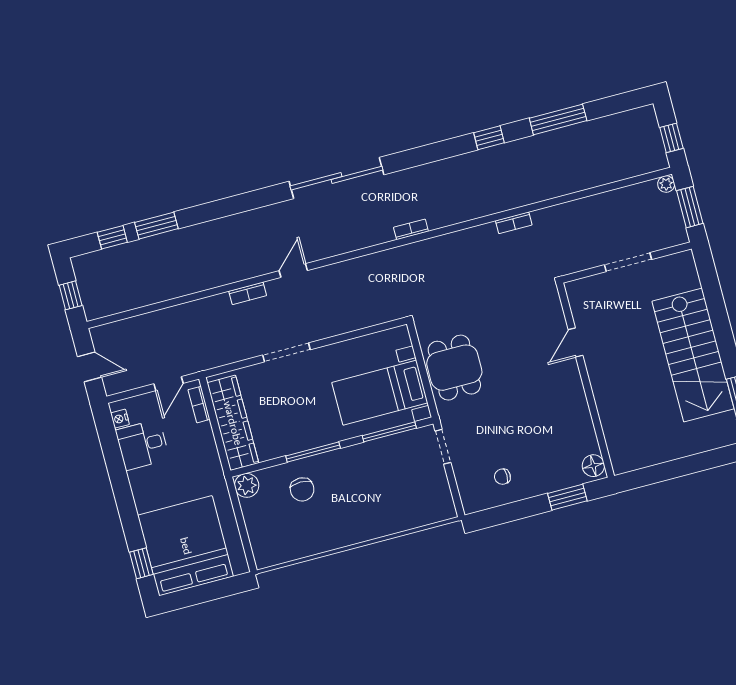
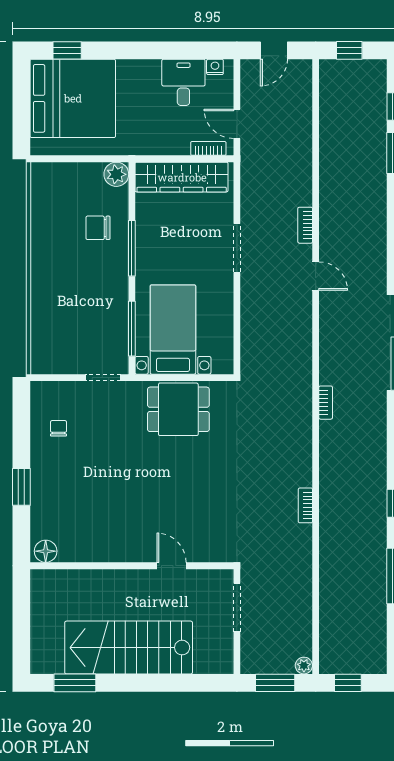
door: (575, 343) -> (171, 566), moved
wall: (585, 380) -> (132, 566), moved
floor lamp: (593, 466) -> (46, 551), moved

